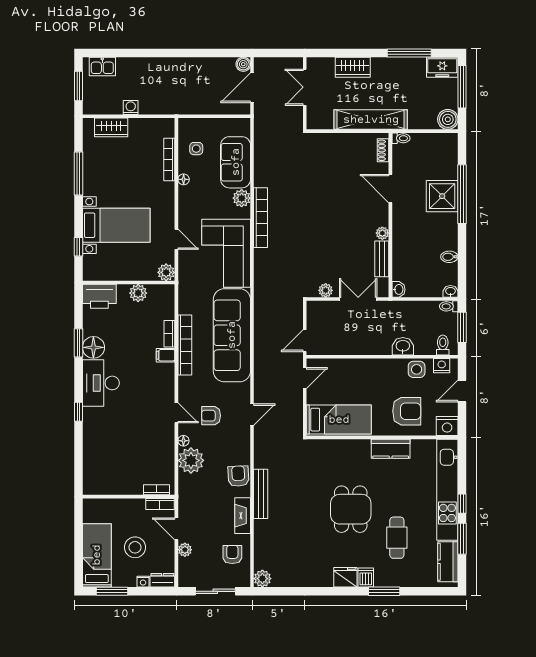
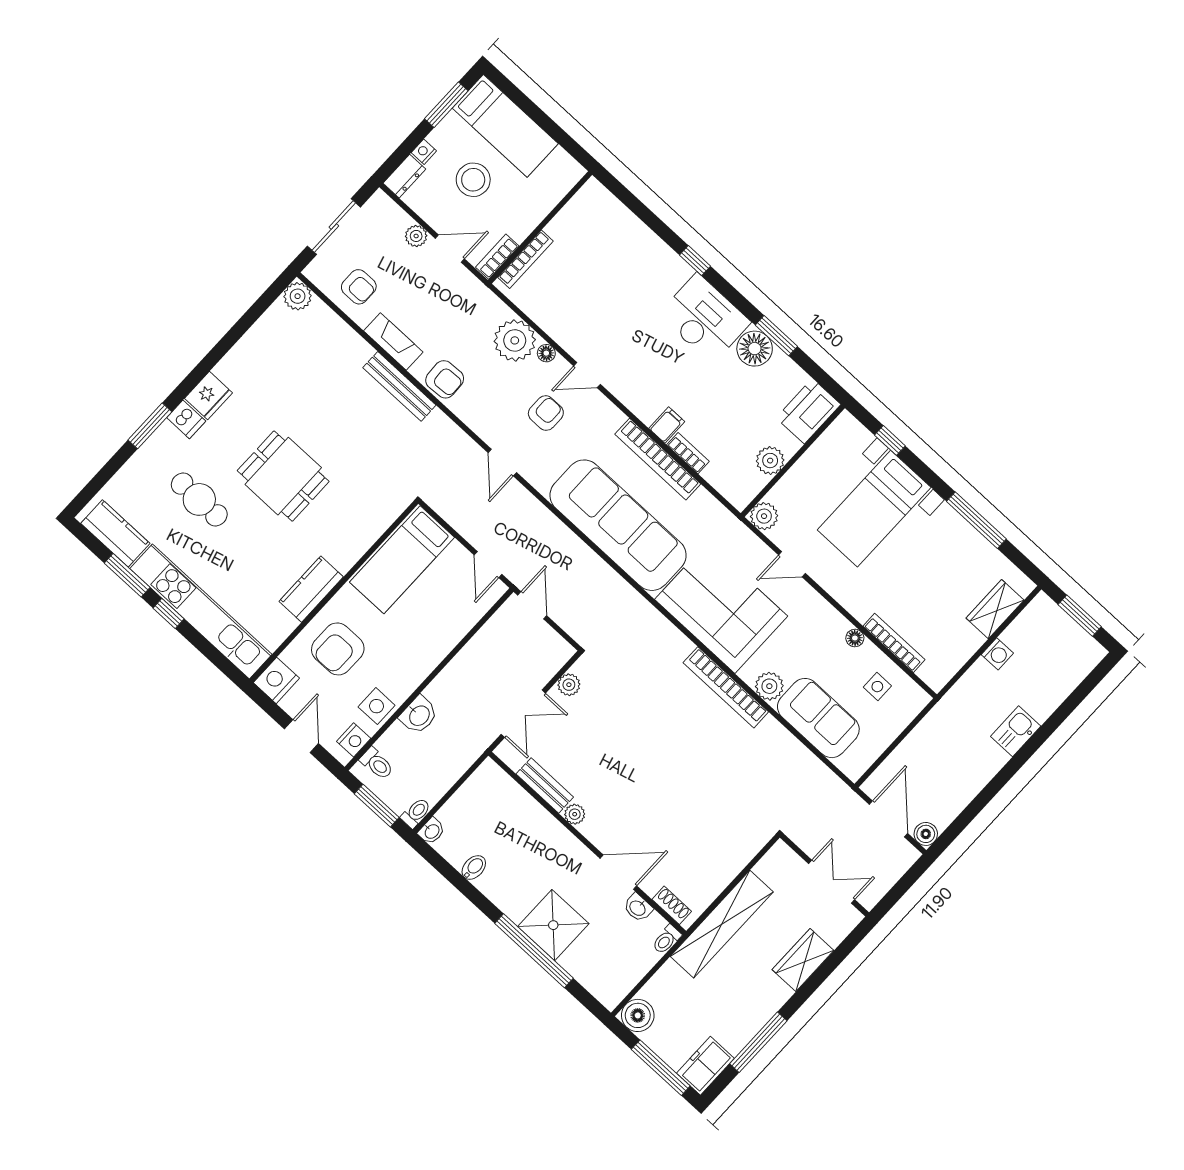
kitchen sink: (102, 66) -> (1016, 731), moved
washbasin: (399, 289) -> (638, 908), moved
bookcase: (157, 490) -> (526, 259), width x1.56

